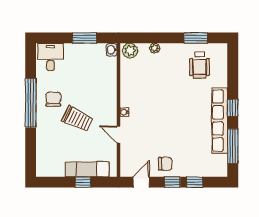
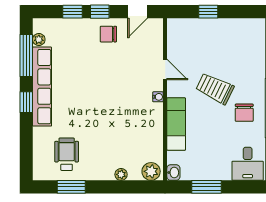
plant: (222, 159) -> (39, 40), added
exam couch: (87, 169) -> (176, 124), moved, turned -90

